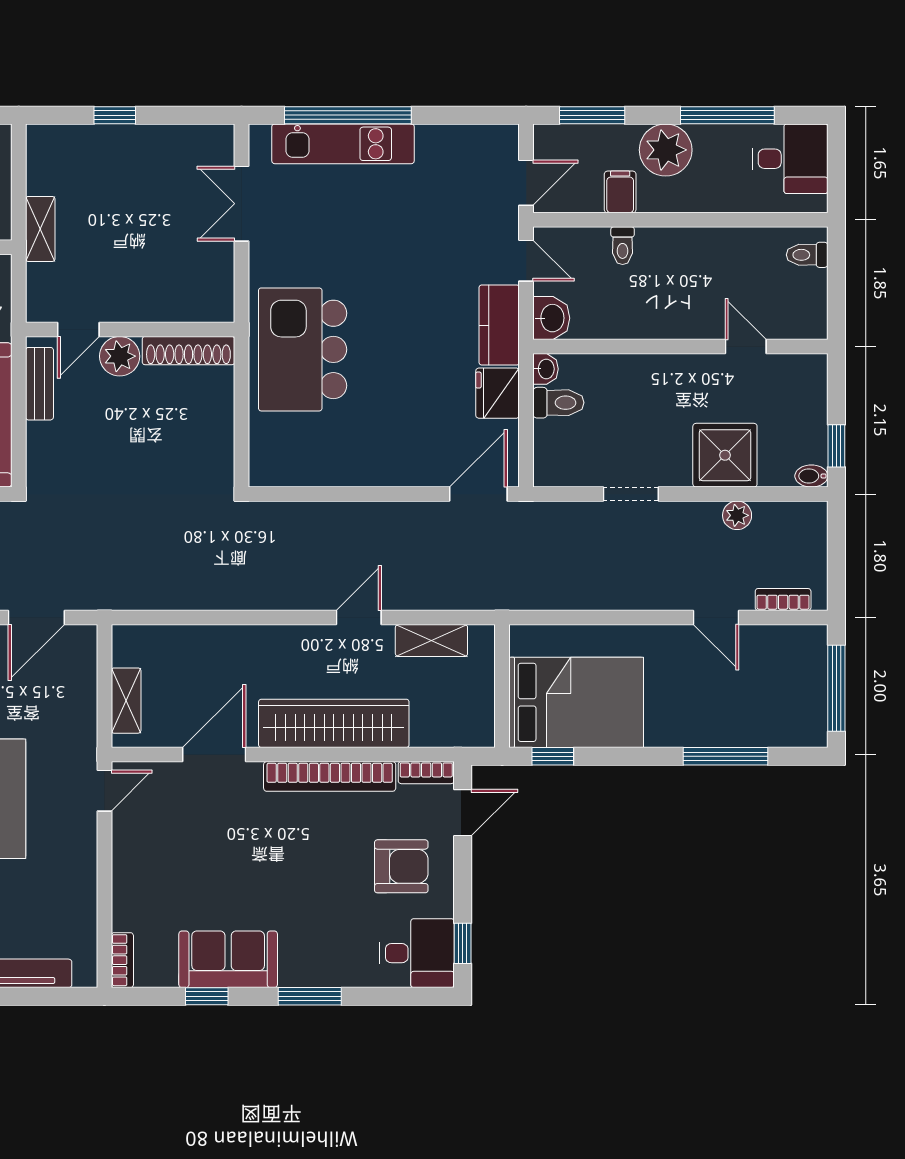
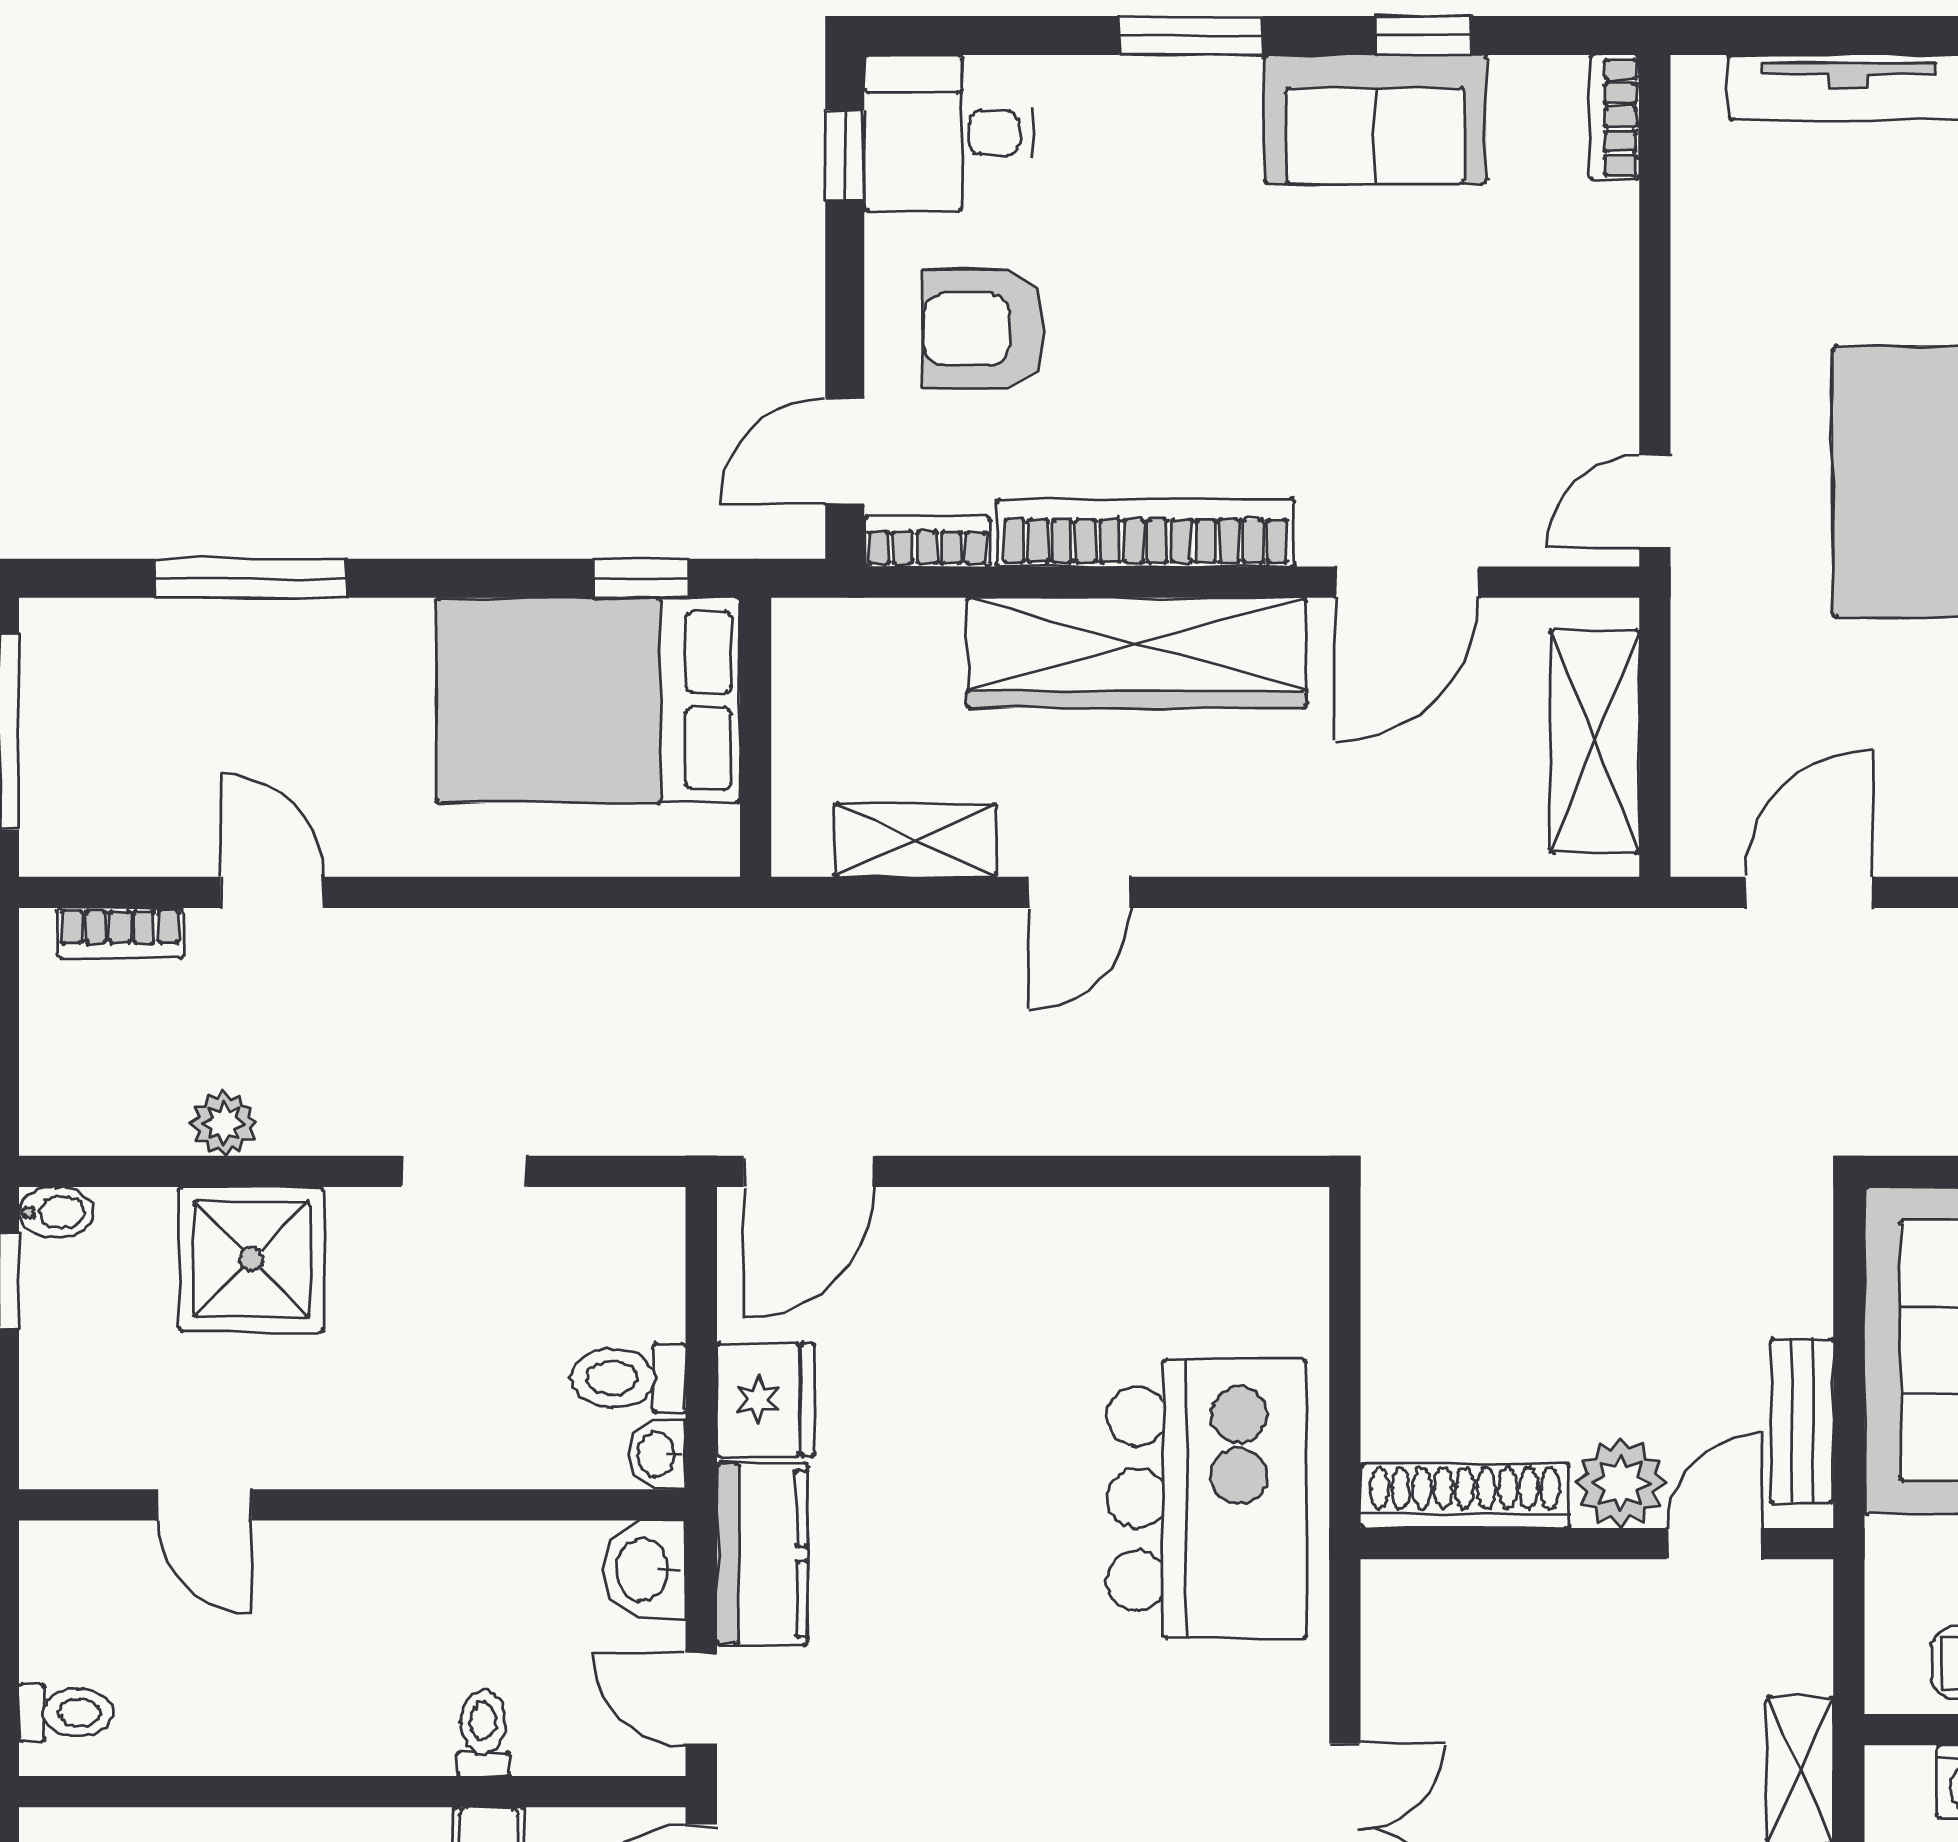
shelving: (126, 701) -> (1595, 741), width x1.50, depth x1.33

